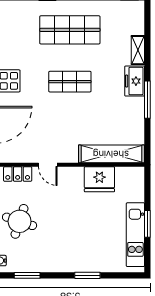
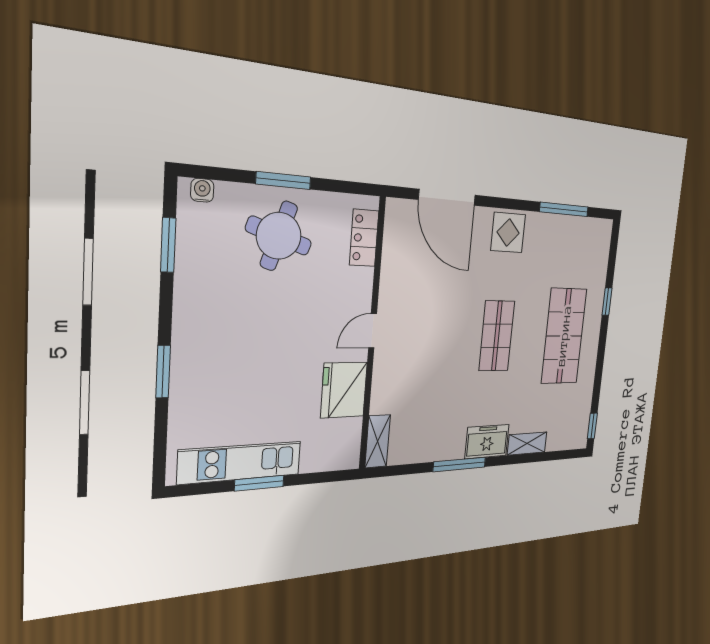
shelving: (111, 154) -> (378, 441), width x0.45, depth x0.75
door: (48, 165) -> (373, 331), moved

